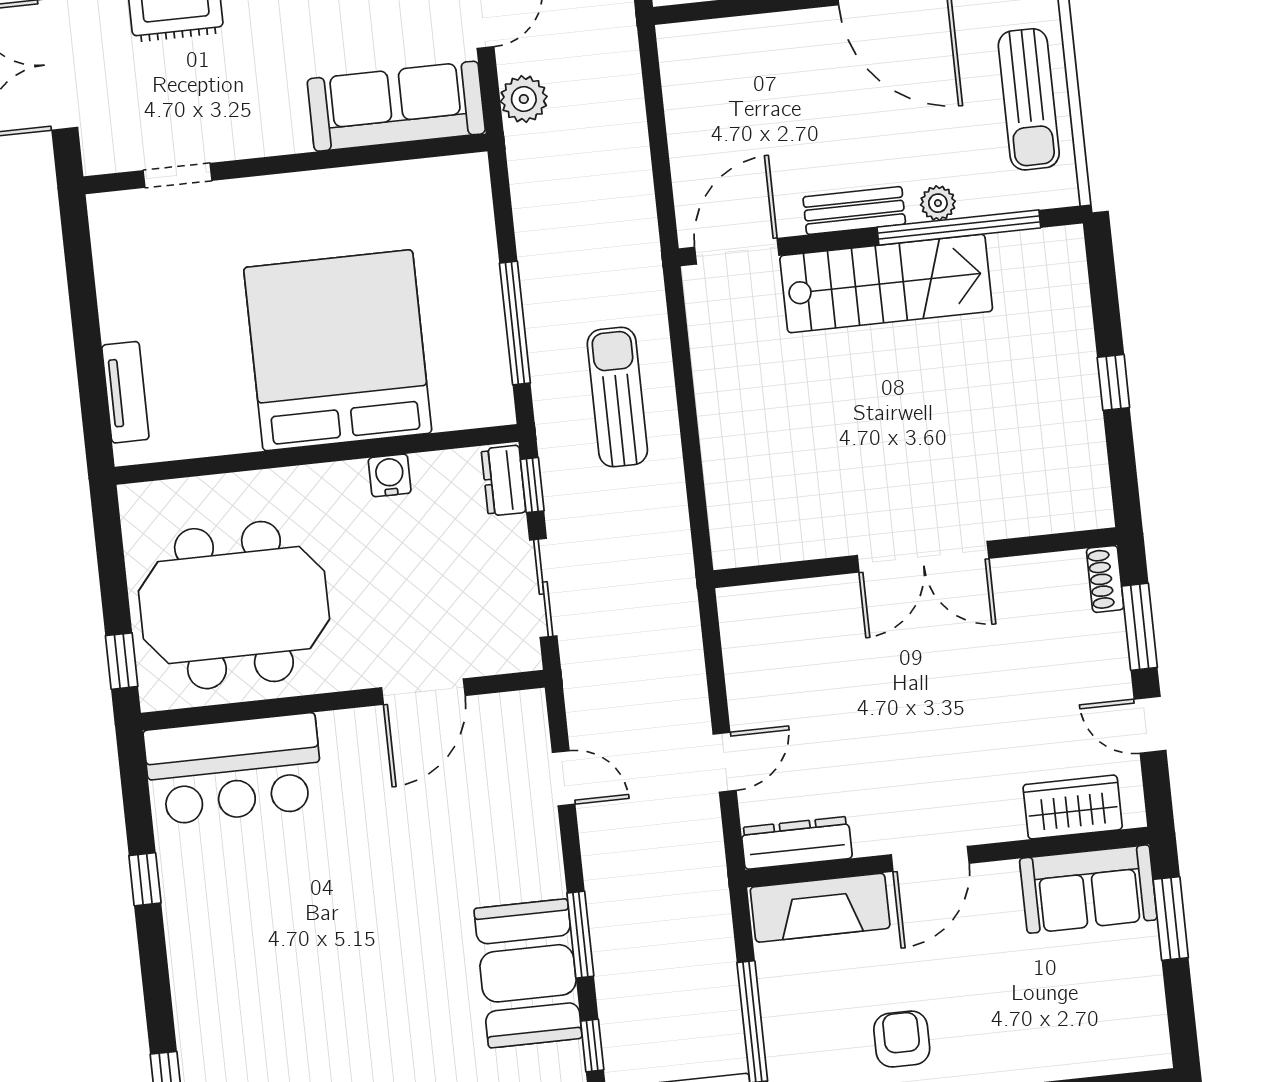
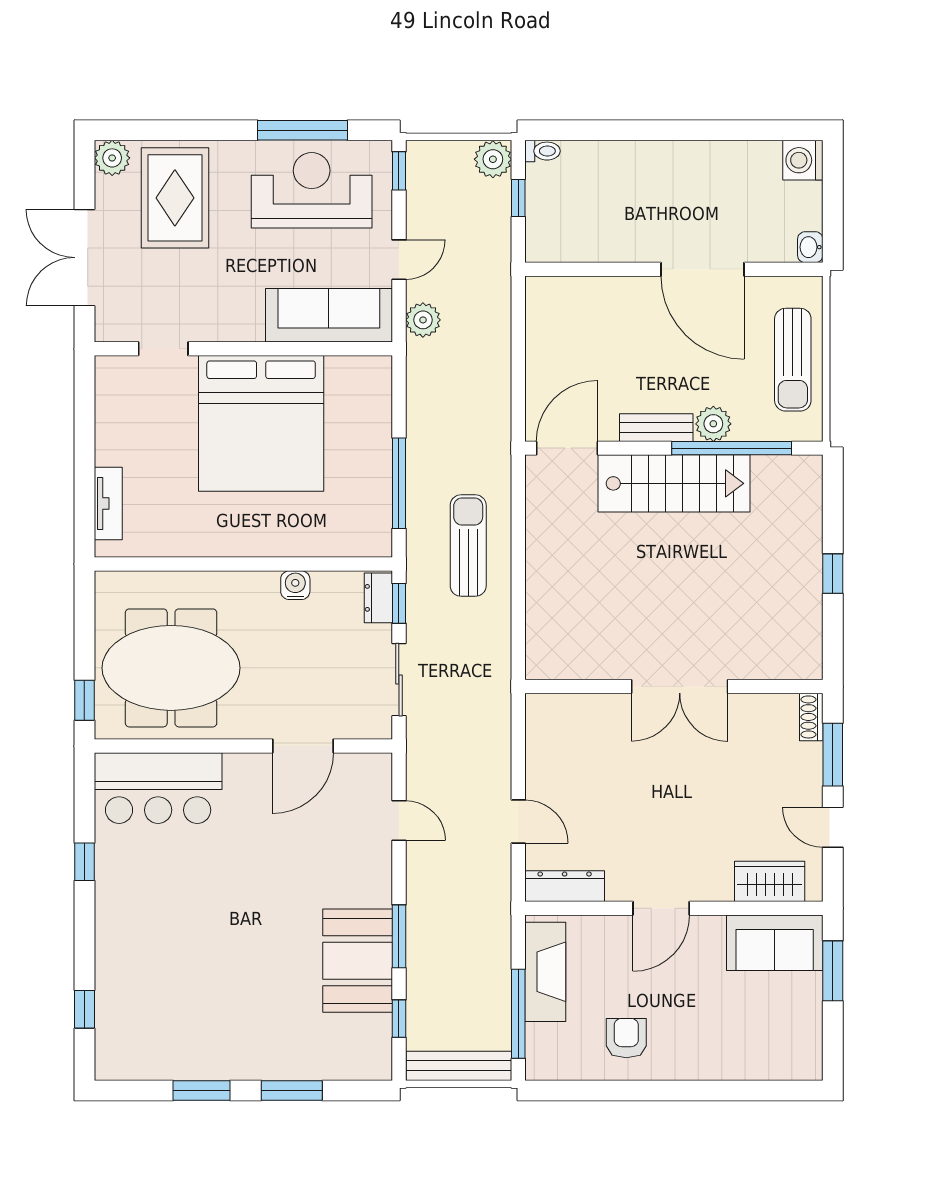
plant: (938, 203) -> (713, 424), width x1.38, depth x1.38
bed: (338, 350) -> (261, 423), moved, turned 180
door: (725, 762) -> (518, 821), hinge flipped
fireplace: (820, 908) -> (545, 972), moved, turned -90

